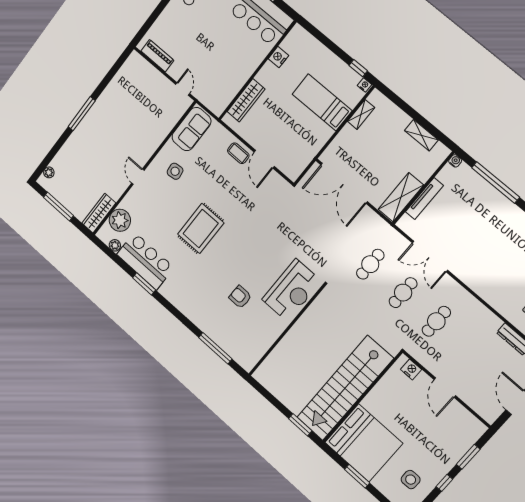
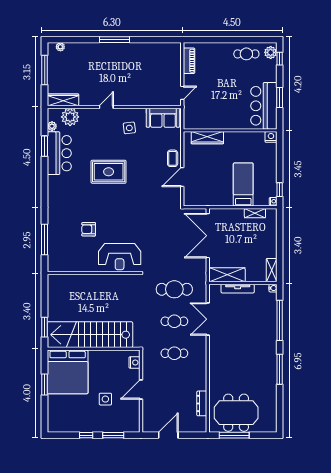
nightstand: (278, 57) -> (271, 137), moved
shelving: (421, 135) -> (272, 270), moved
cafe table: (370, 264) -> (174, 289), width x1.37, depth x1.35
window: (144, 284) -> (45, 146), moved
armchair: (240, 297) -> (89, 229), turned -90
side table: (411, 480) -> (105, 399), moved

